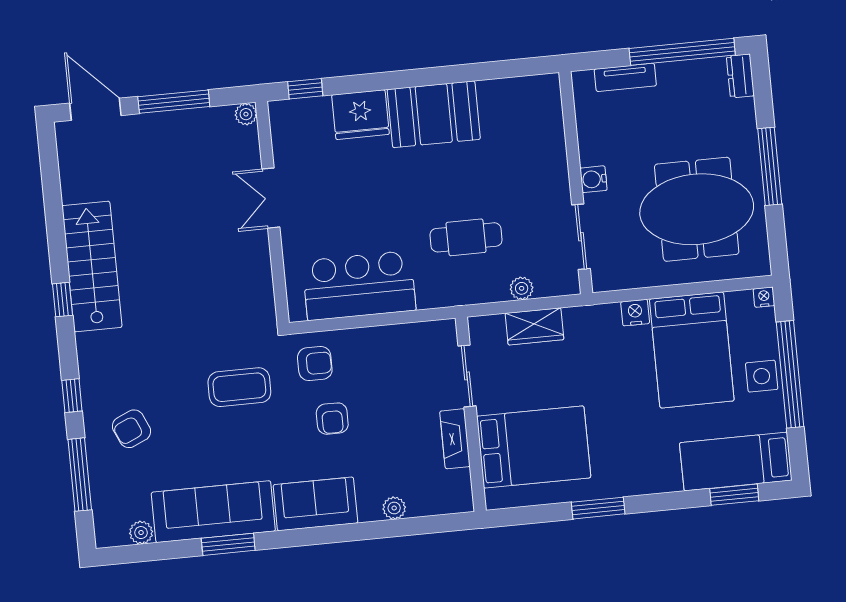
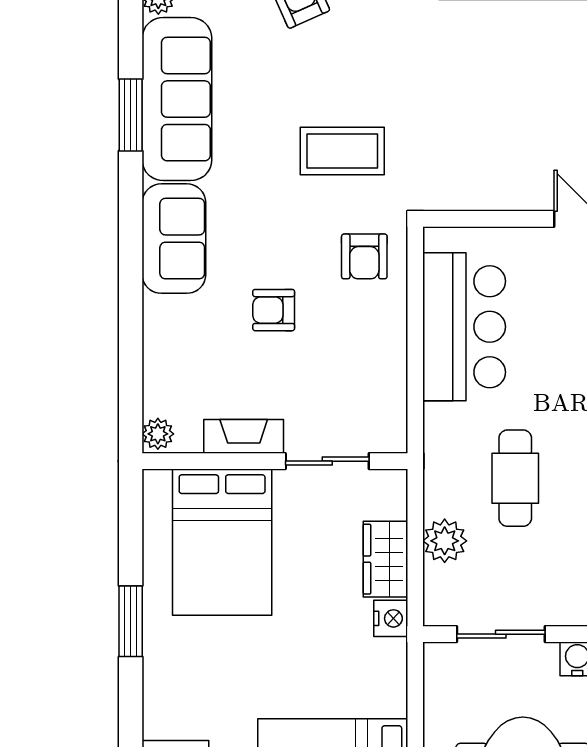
plant: (522, 288) -> (445, 541), width x1.38, depth x1.38
nightstand: (635, 313) -> (391, 618), moved
coffee table: (239, 387) -> (342, 151), turned 90
armchair: (332, 419) -> (274, 310), moved
plant: (394, 508) -> (158, 434), moved

